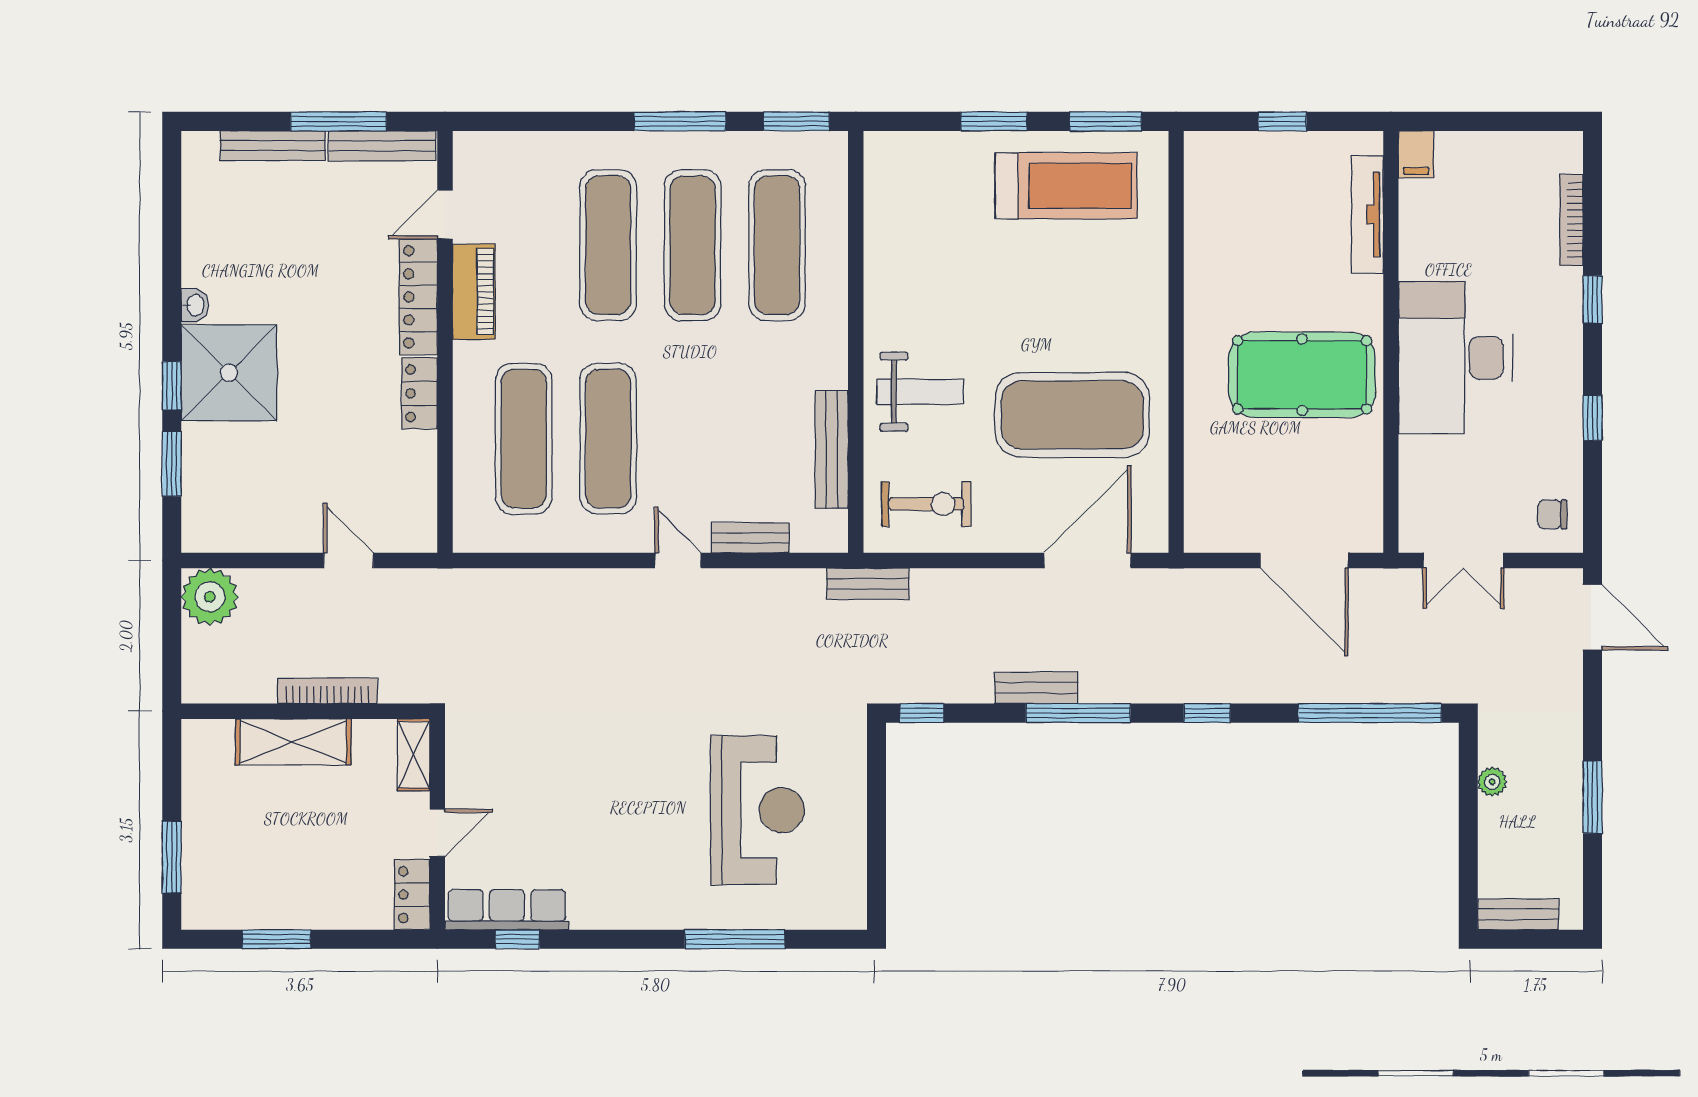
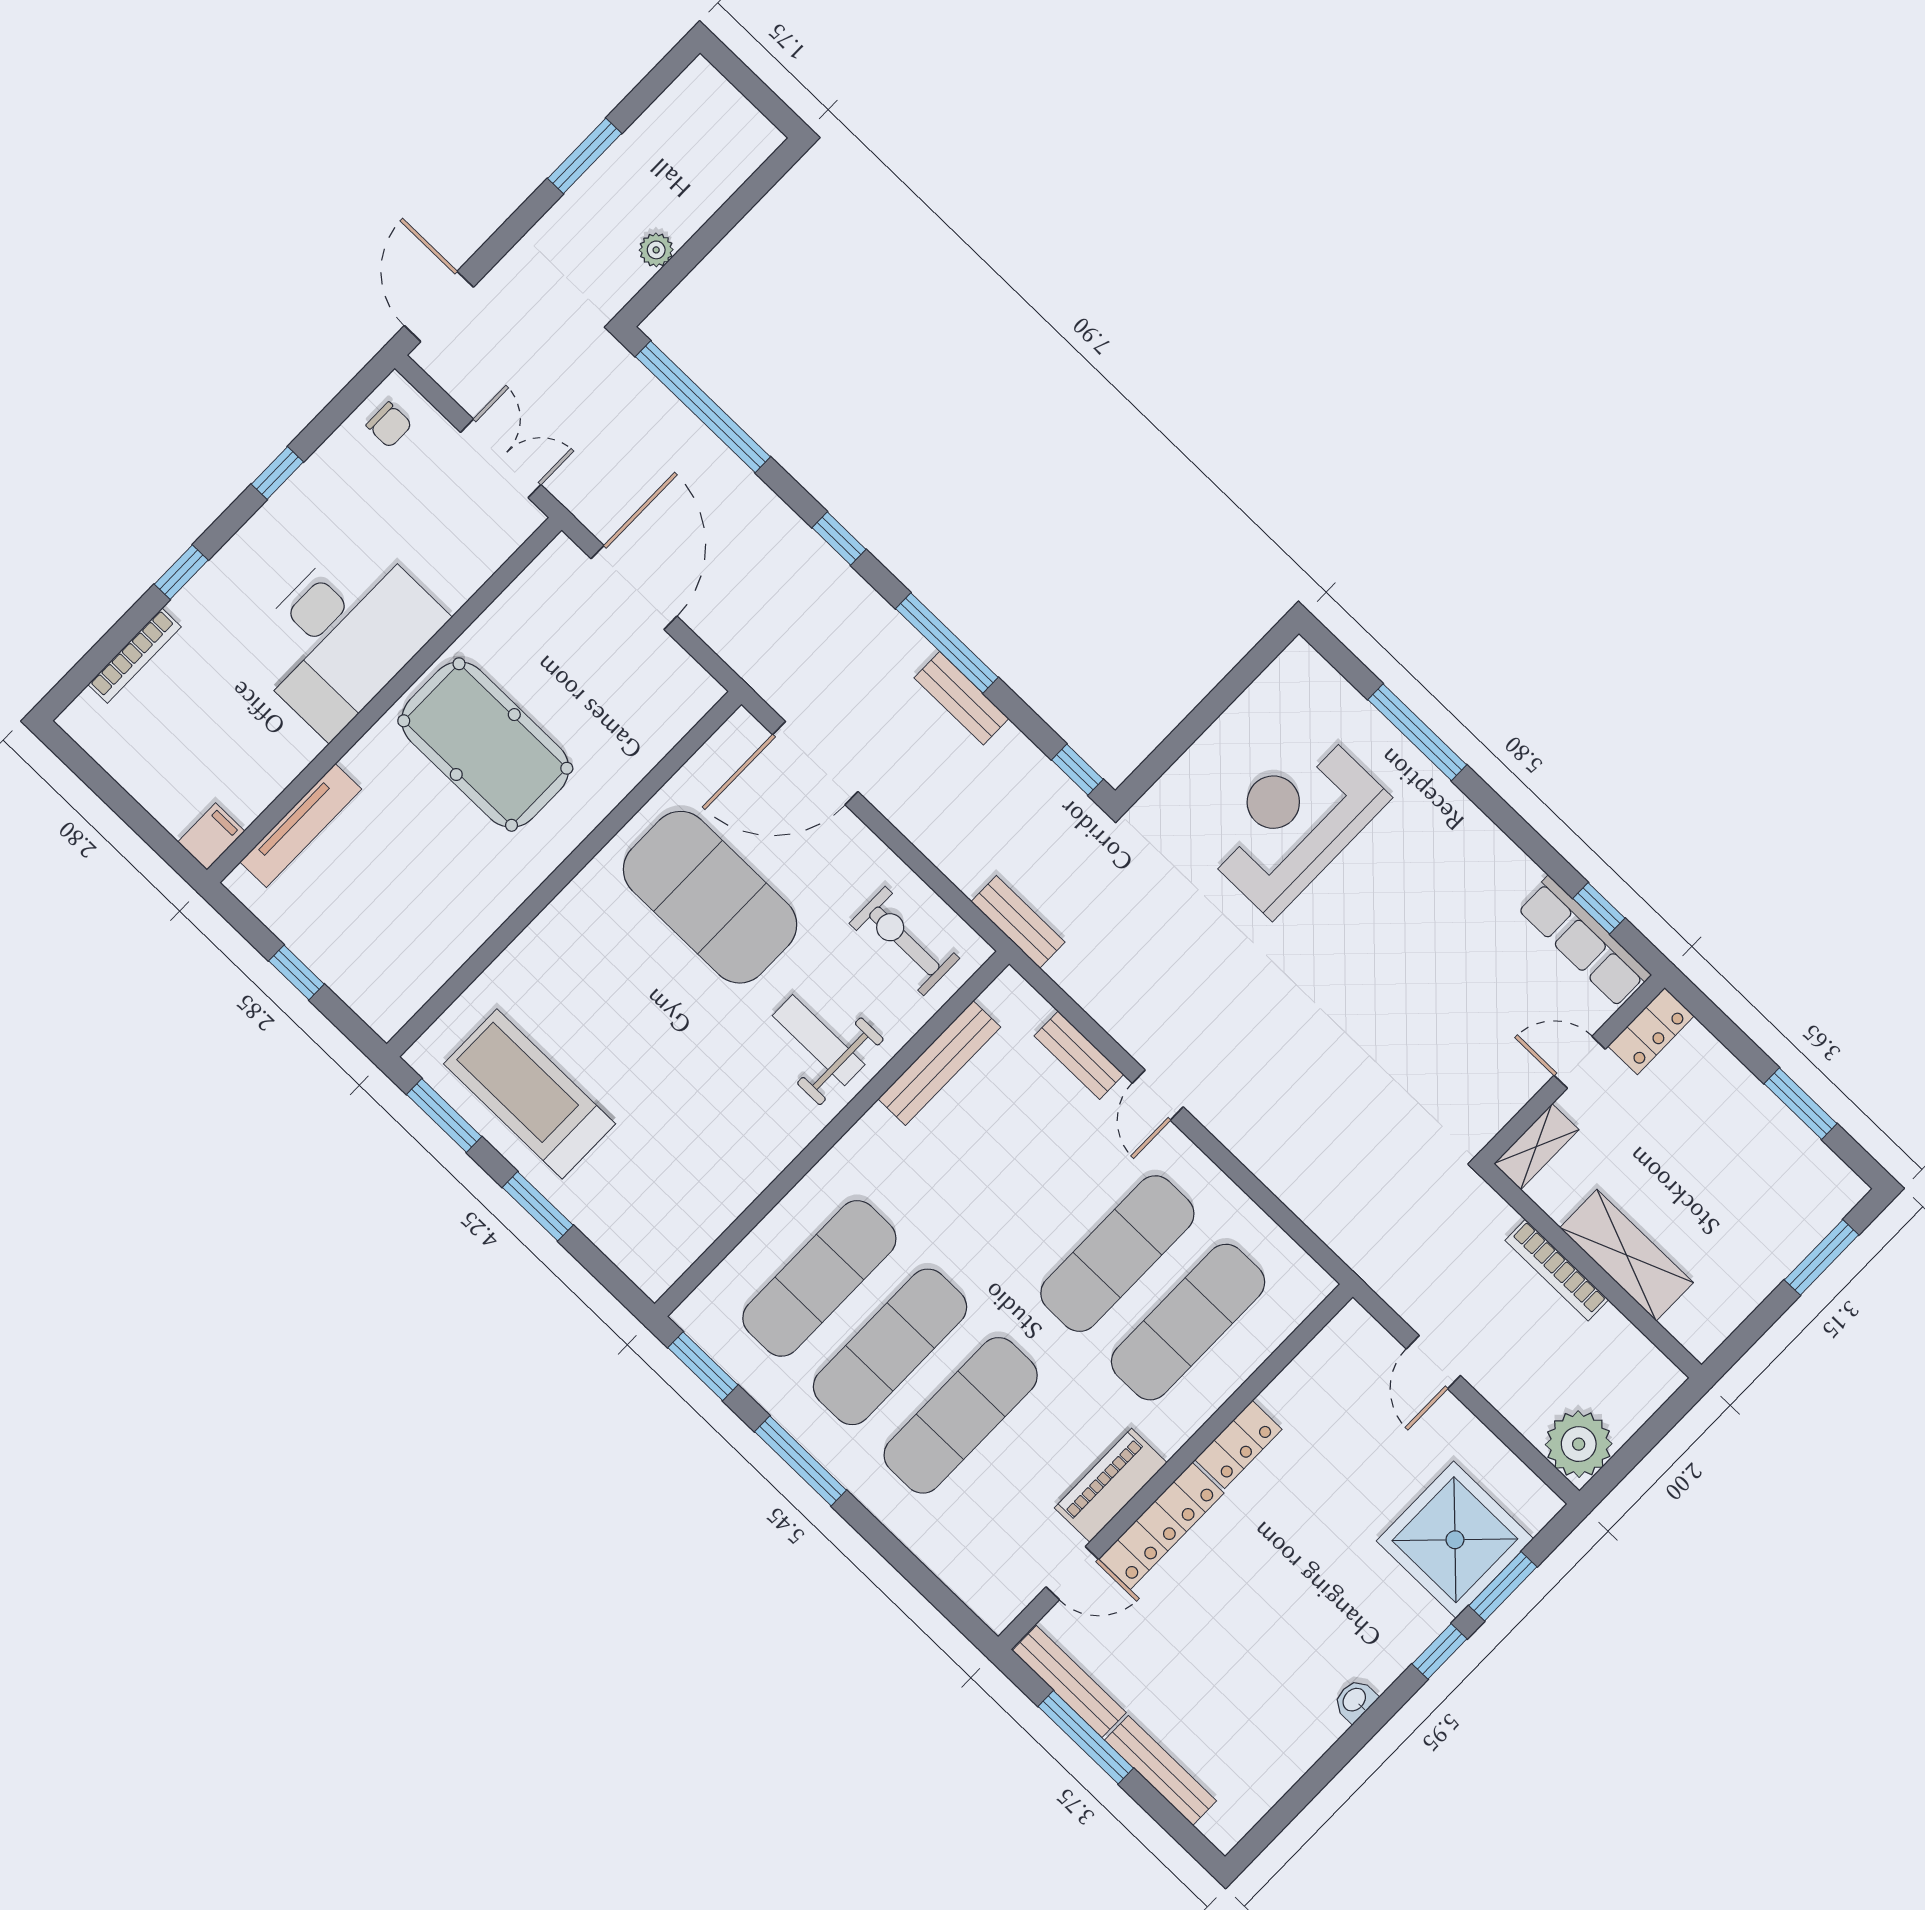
shower: (229, 373) -> (1455, 1540), moved
bench: (1518, 914) -> (742, 118), removed

